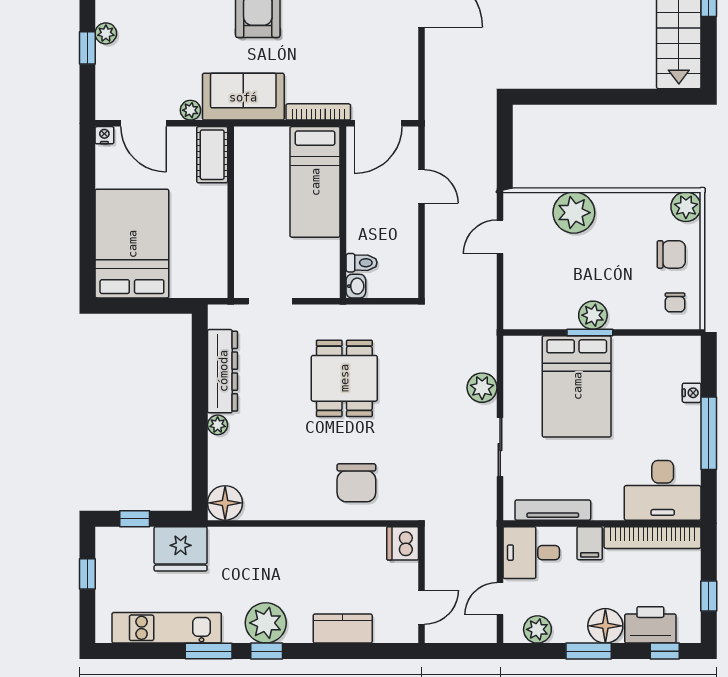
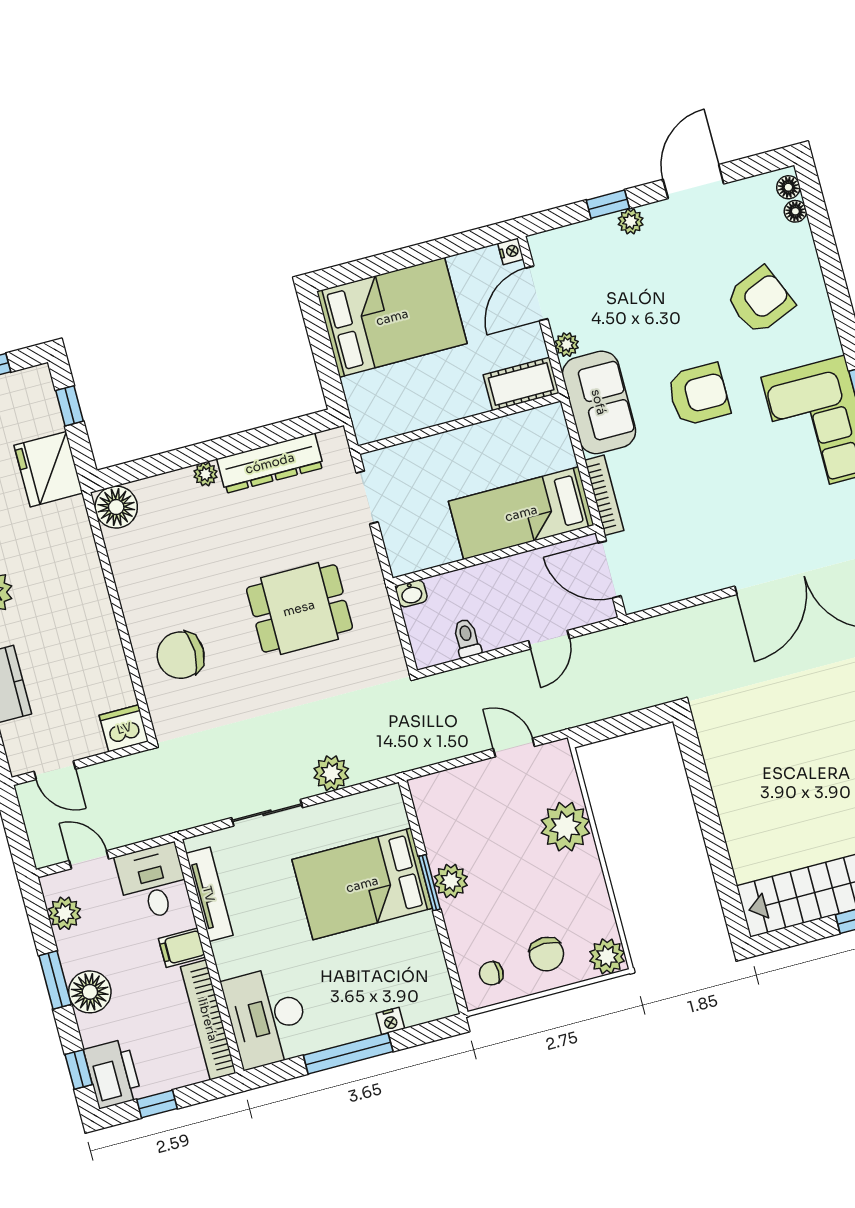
toilet: (362, 263) -> (467, 638), moved, turned 180
printer: (650, 625) -> (113, 1074), moved

